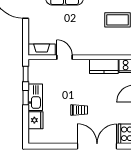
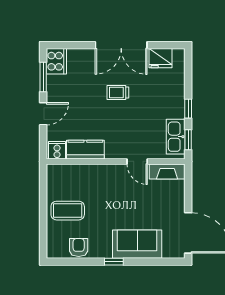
kitchen sink: (35, 97) -> (176, 137), moved
fridge: (36, 120) -> (161, 58), moved, turned -90
double door: (97, 146) -> (121, 45), moved

